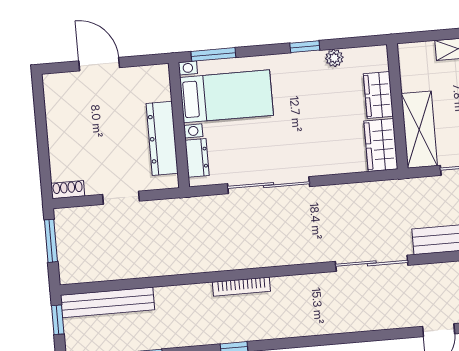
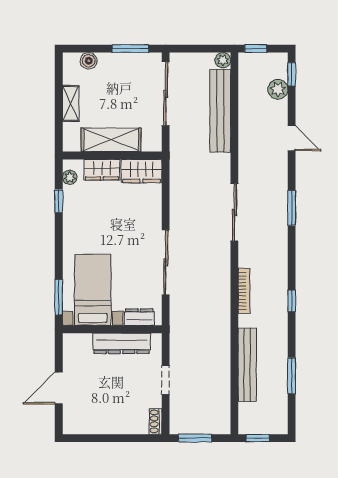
window: (305, 47) -> (59, 201), moved
plant: (334, 58) -> (70, 177), moved
shelving: (419, 130) -> (111, 140), moved
sliding door: (372, 263) -> (234, 212), moved
bench: (108, 302) -> (247, 365), moved
window: (351, 338) -> (292, 208), added

